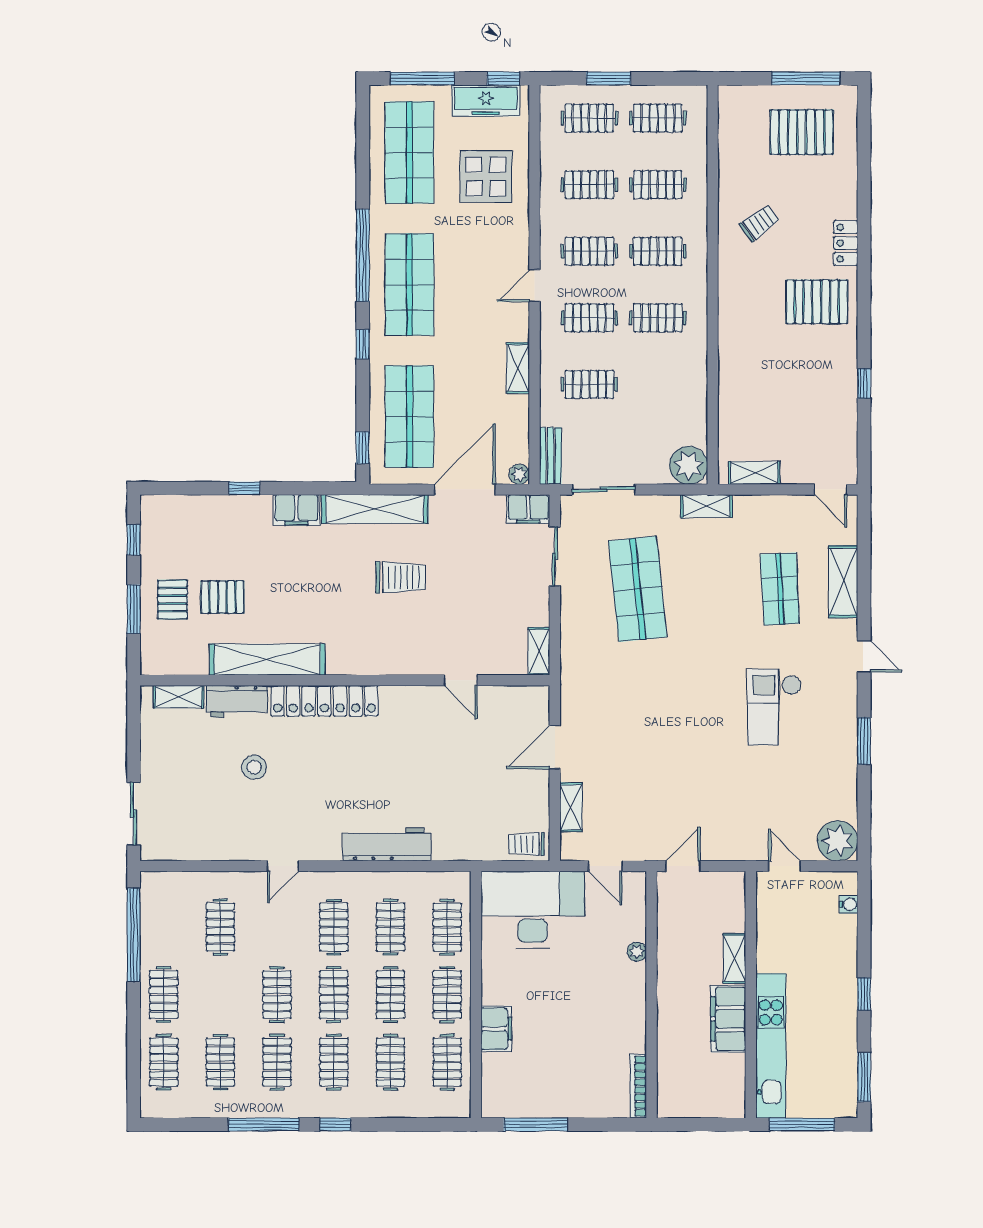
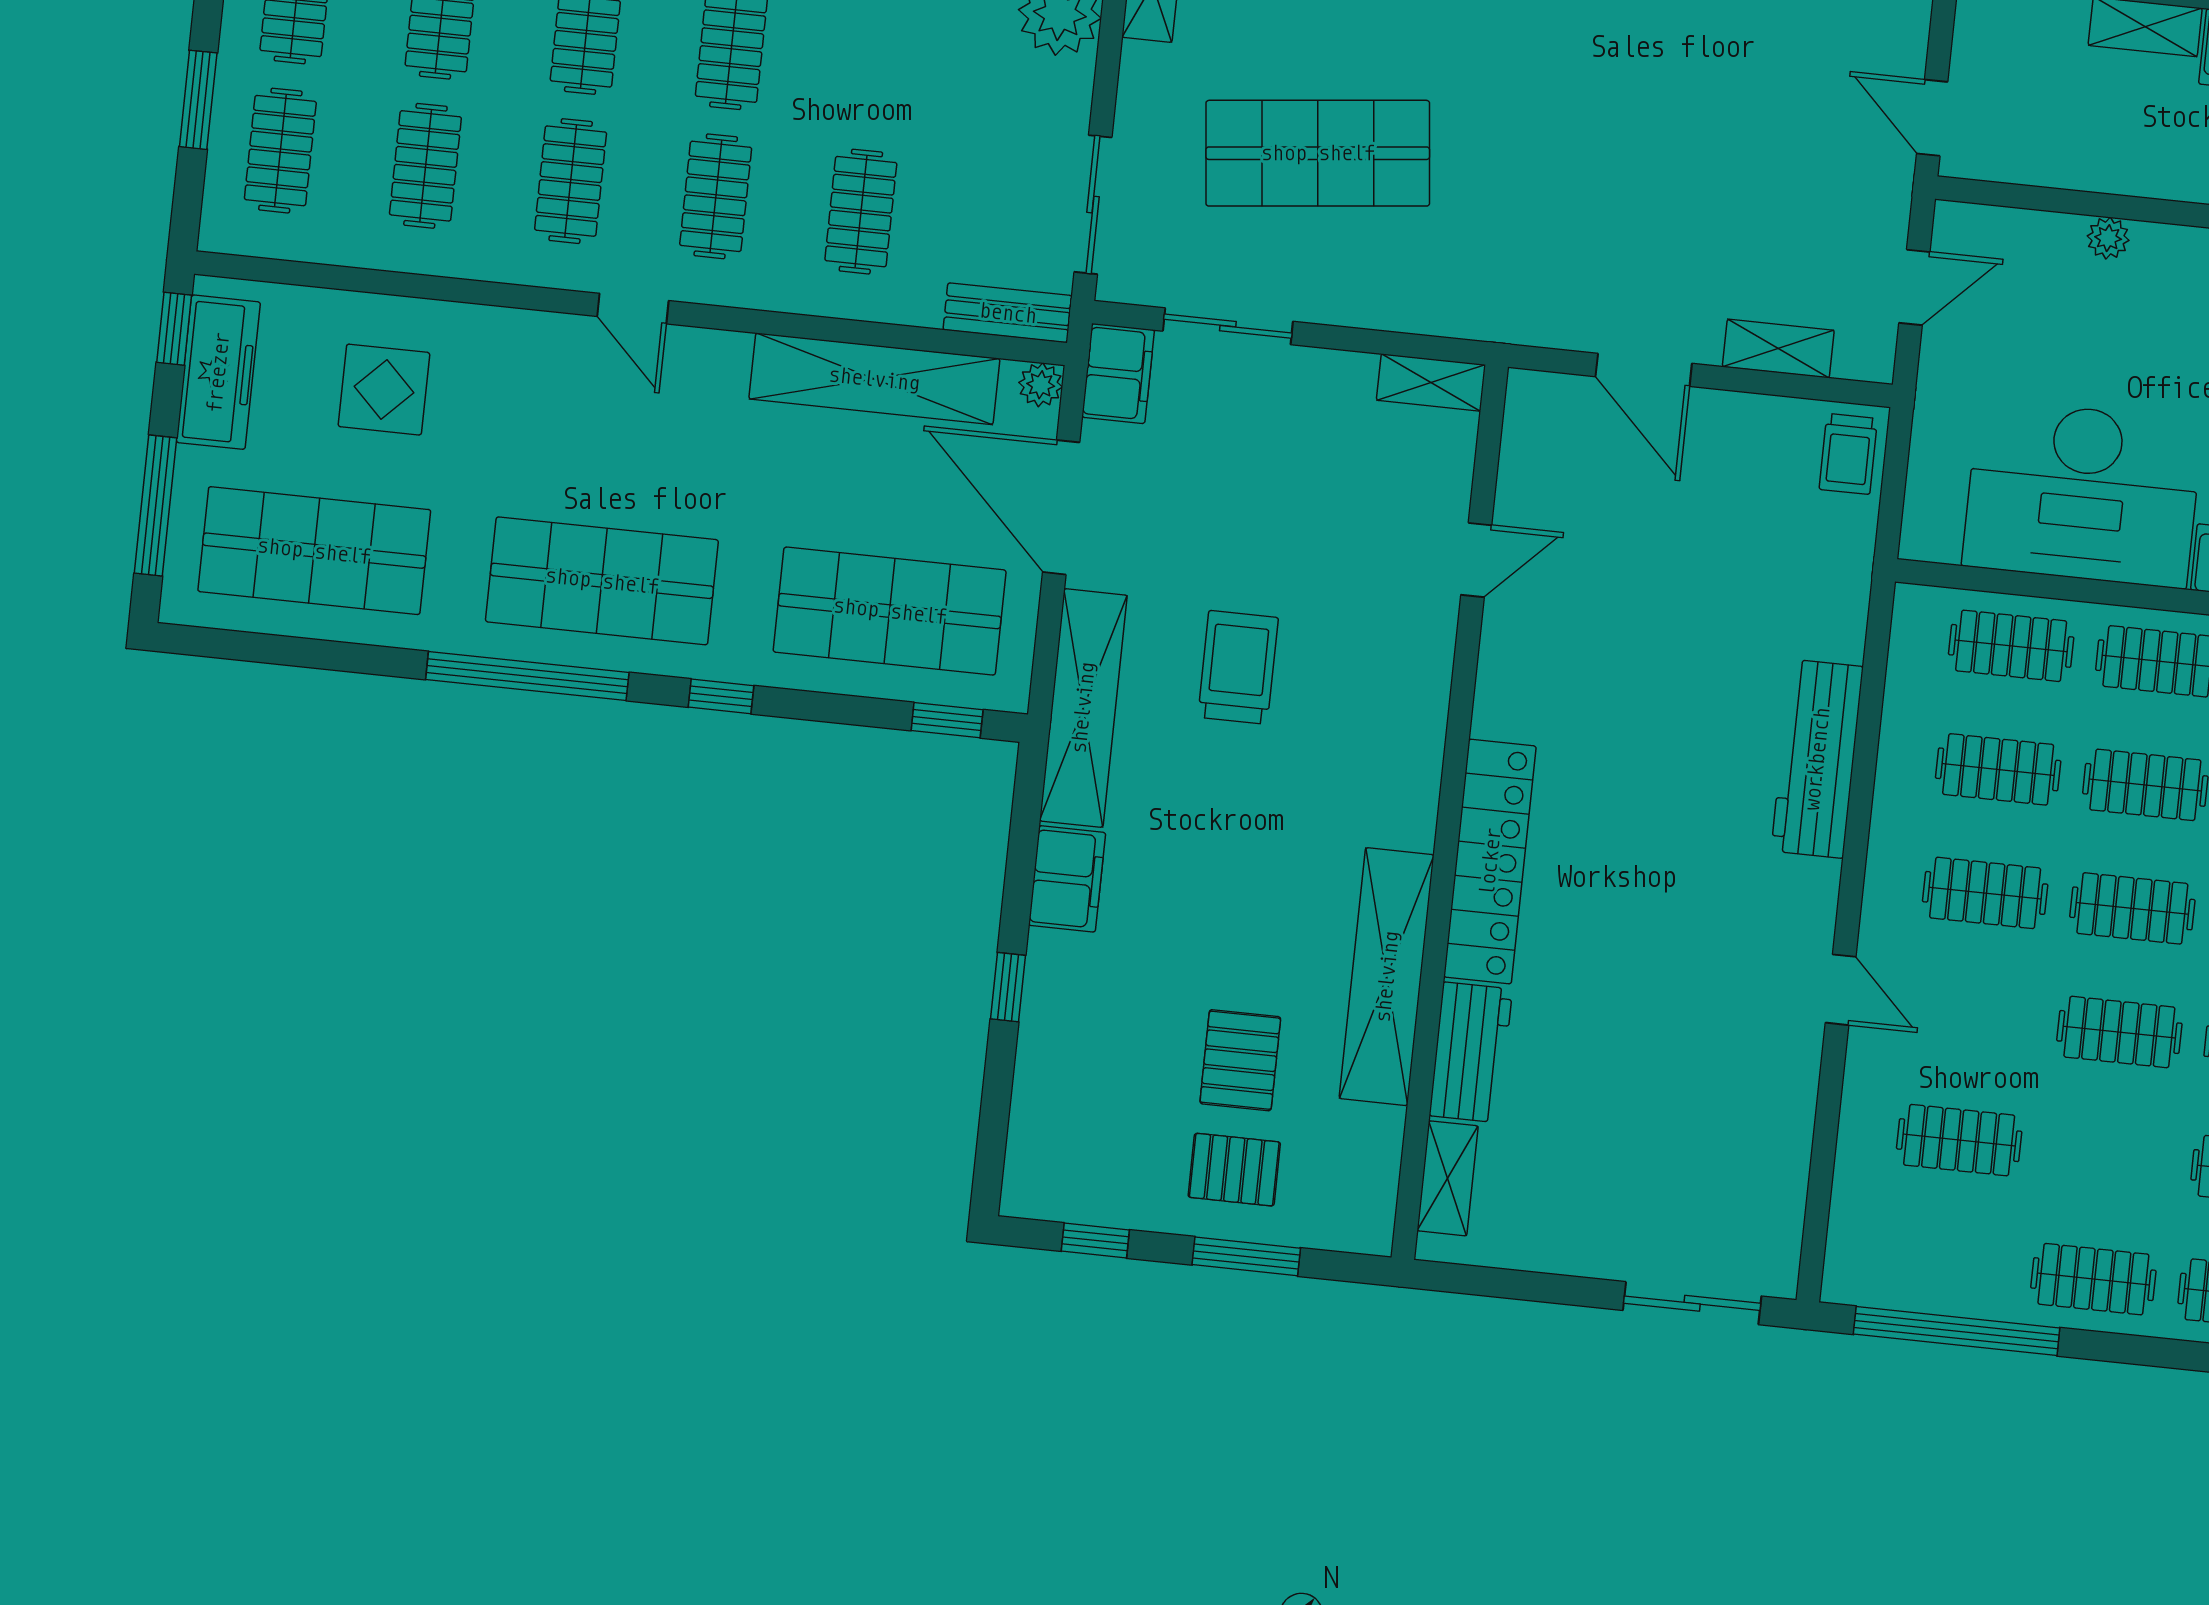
display table: (486, 177) -> (384, 390), width x0.73, depth x0.73
shelving: (518, 368) -> (874, 379), width x2.20, depth x1.33
stool: (254, 767) -> (1618, 1030), removed
desk: (533, 910) -> (2082, 494), moved, turned -90

